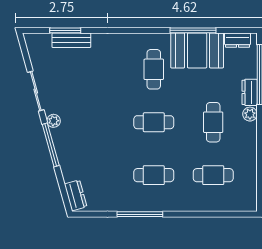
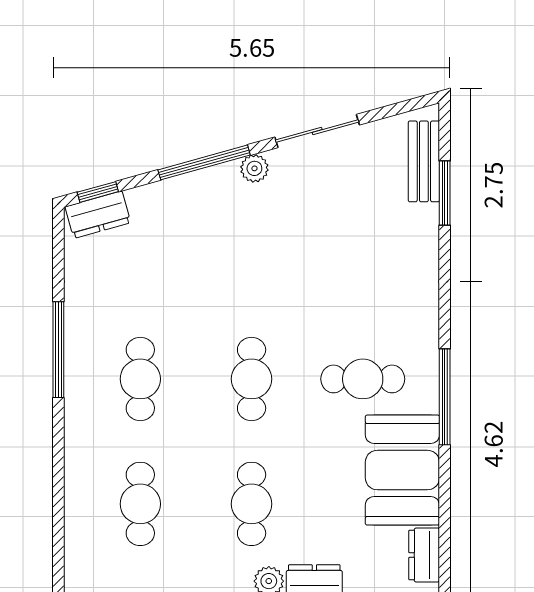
window: (193, 30) -> (445, 397), moved
bench: (71, 40) -> (424, 161), moved
cafe table: (213, 122) -> (252, 504), turned 90
window: (65, 195) -> (98, 192), added

